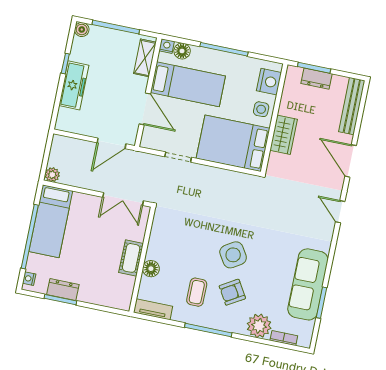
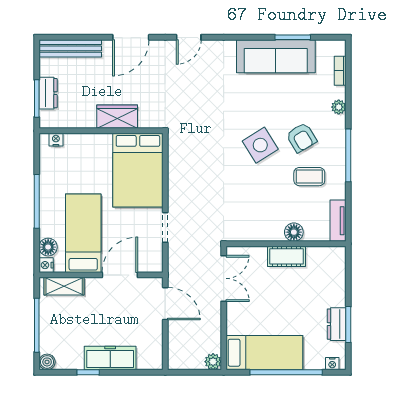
nightstand: (269, 82) -> (56, 140), width x0.53, depth x0.56
side table: (261, 109) -> (94, 147), removed
plant: (259, 326) -> (339, 107), width x0.53, depth x0.53

